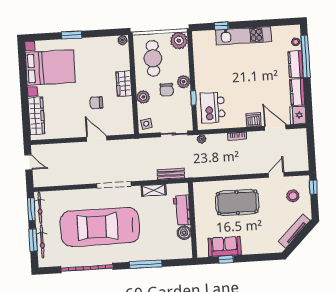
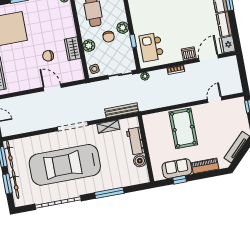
wardrobe: (124, 84) -> (73, 49), moved
door: (275, 128) -> (209, 58), hinge flipped
bench: (171, 174) -> (122, 110), width x1.36
stool: (293, 196) -> (232, 116), removed
pool table: (237, 203) -> (183, 128), turned 90
piano: (256, 248) -> (205, 166), added

